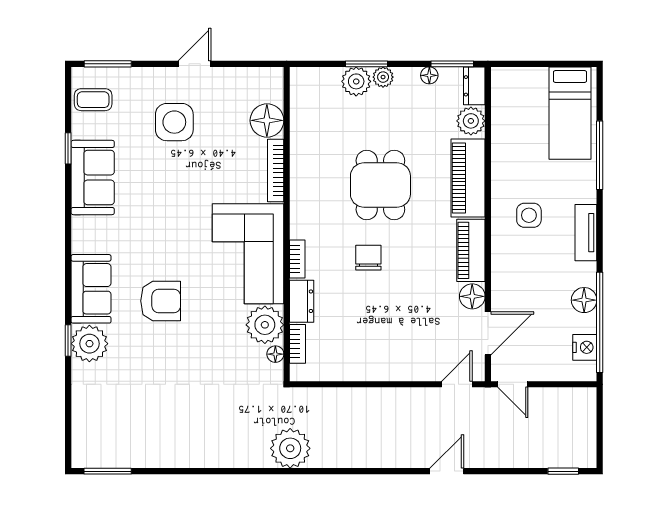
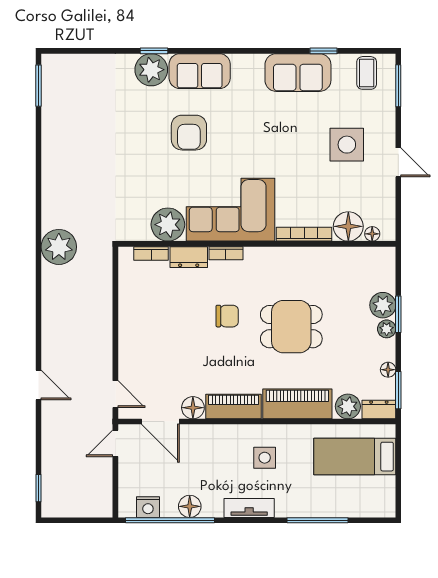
bed: (570, 113) -> (355, 457), moved
floor lamp: (275, 354) -> (372, 234), moved

